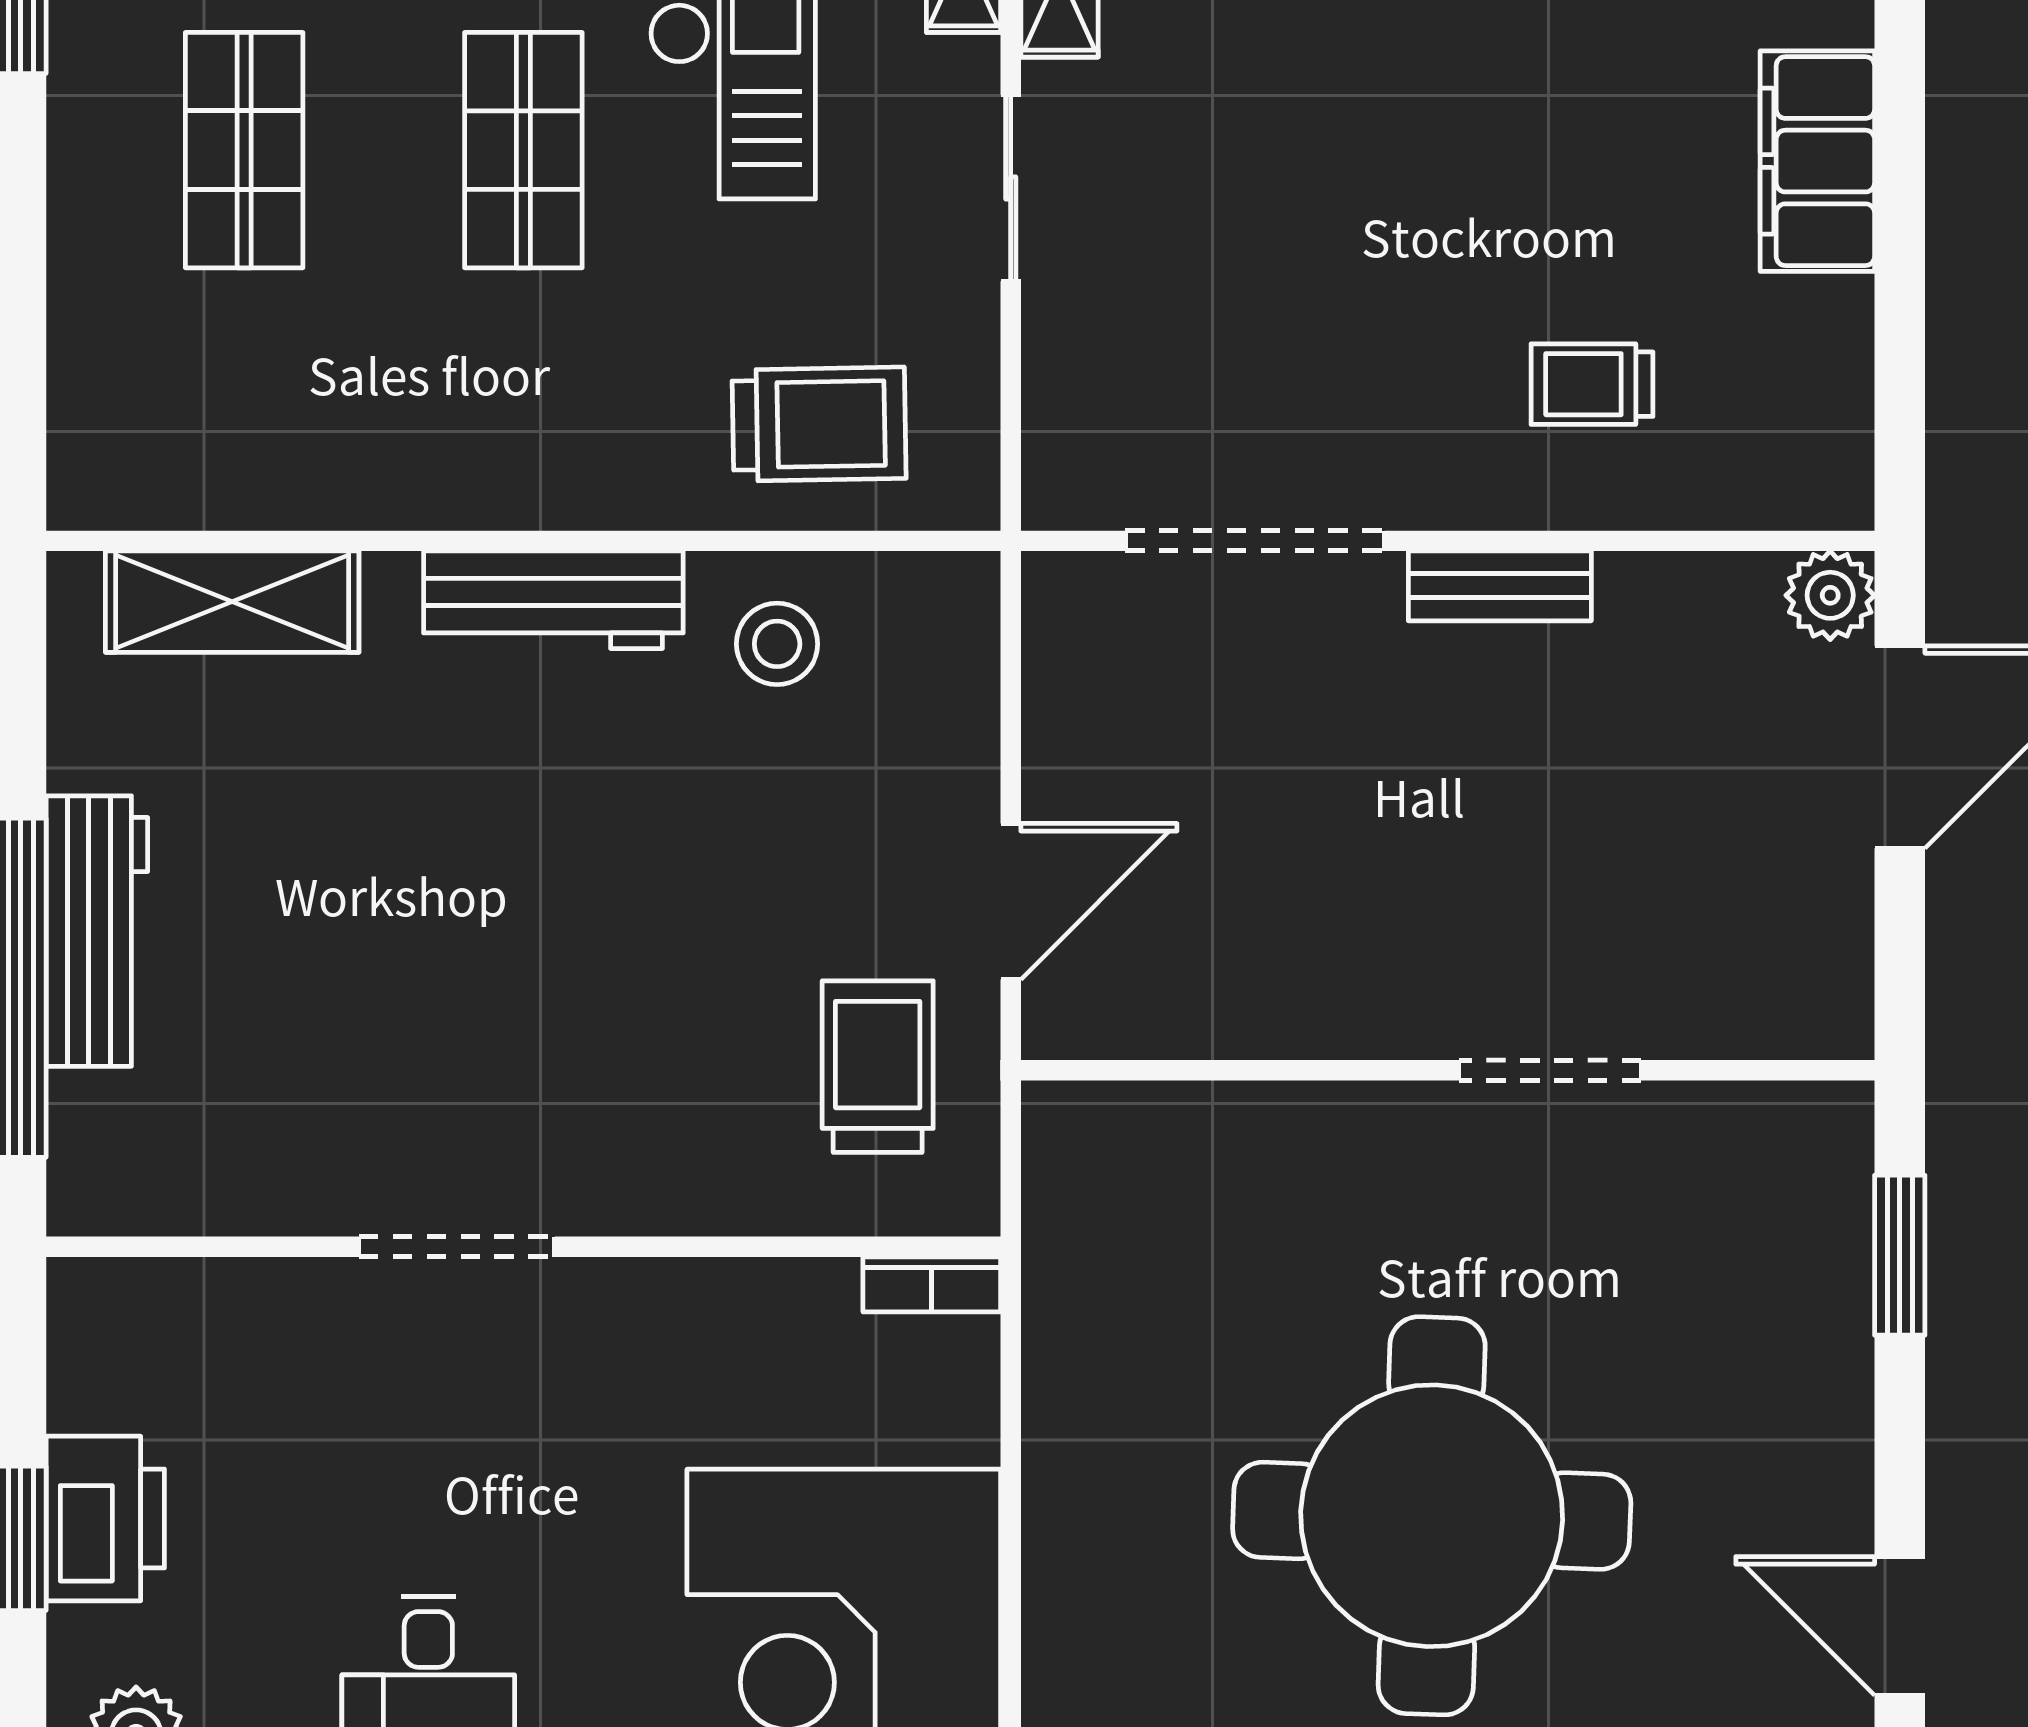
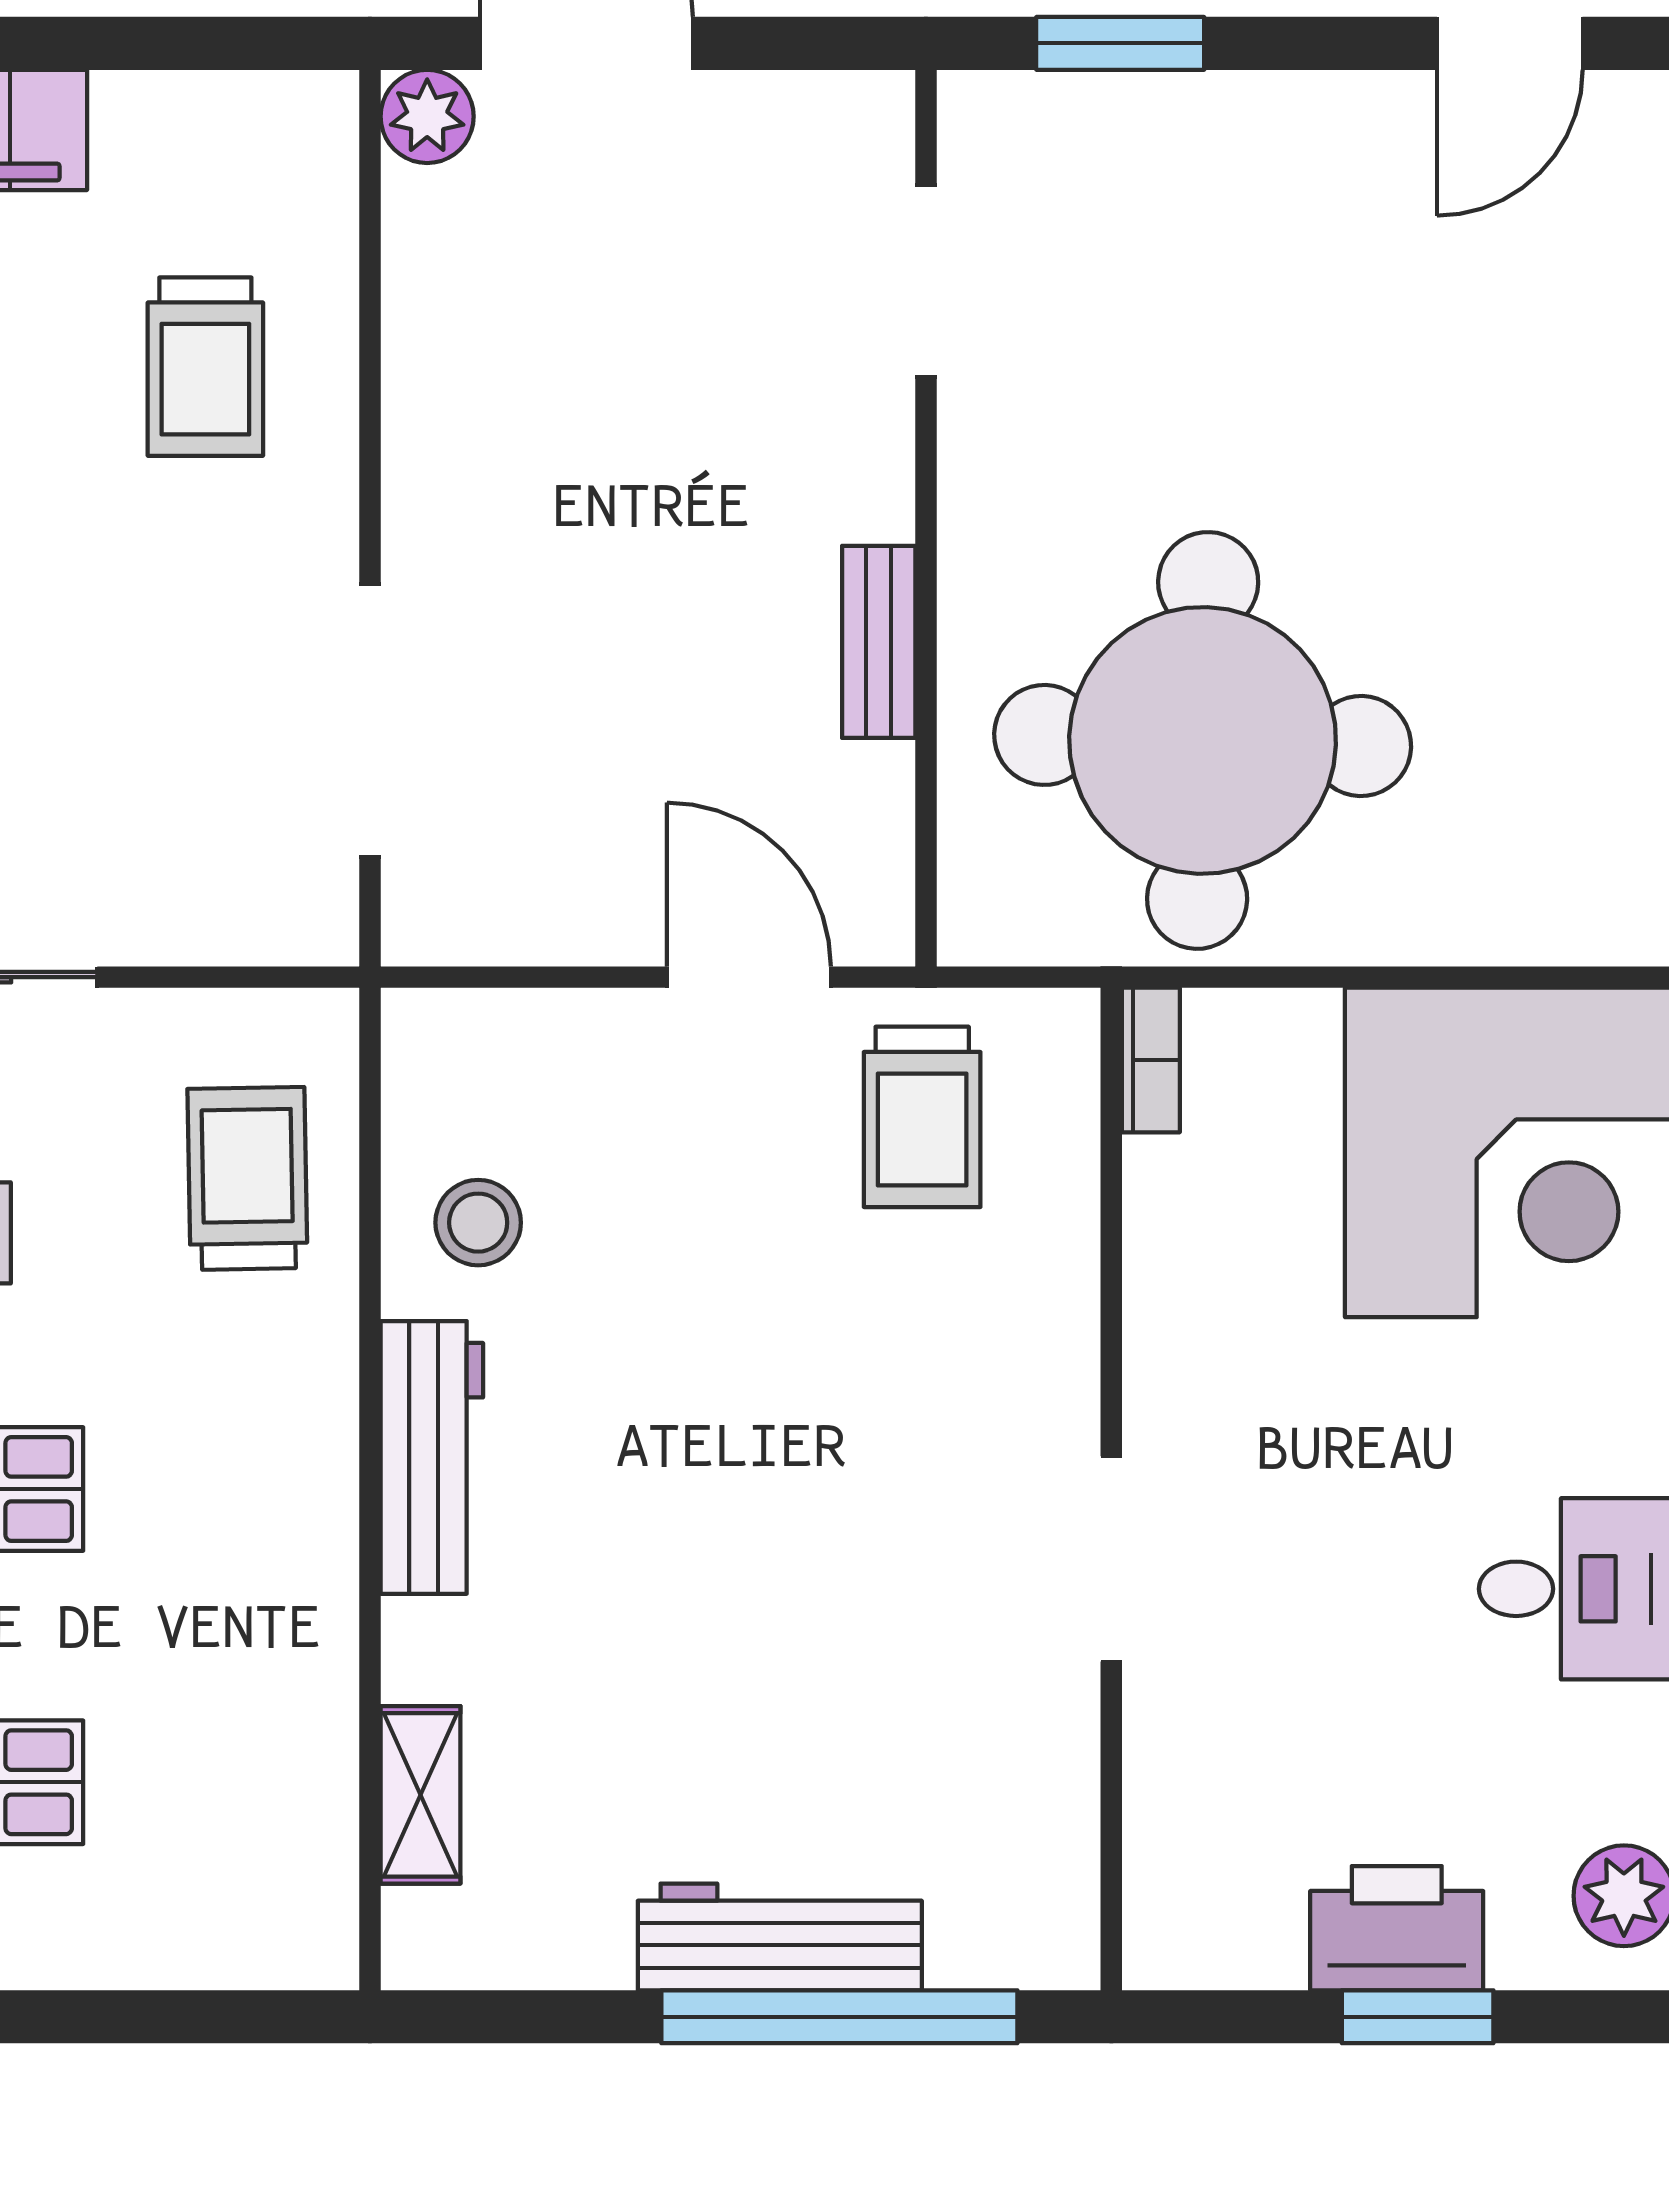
trolley: (1592, 384) -> (205, 367), width x1.36, depth x1.39
bench: (1500, 586) -> (879, 642), moved
shelving: (232, 602) -> (420, 1795), width x0.67, depth x0.75
trolley: (878, 1067) -> (922, 1117), turned -90
doorway: (1550, 1070) -> (926, 281), moved
round table: (1432, 1516) -> (1203, 740), moved

